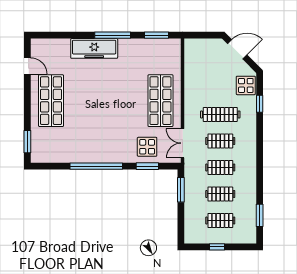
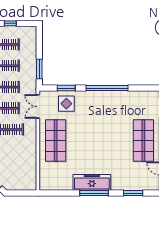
window: (157, 35) -> (133, 193), moved
freezer: (94, 48) -> (92, 182), moved
double door: (183, 143) -> (38, 106), swing flipped

